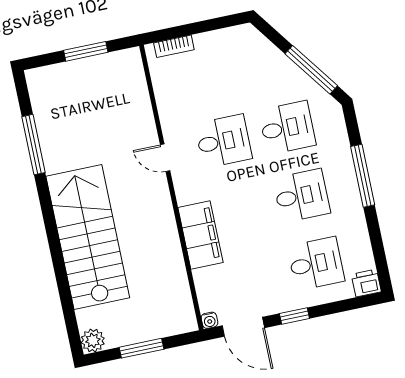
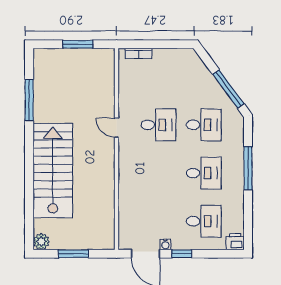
filing cabinet: (200, 235) -> (130, 185), removed
water cooler: (209, 320) -> (165, 244), moved

